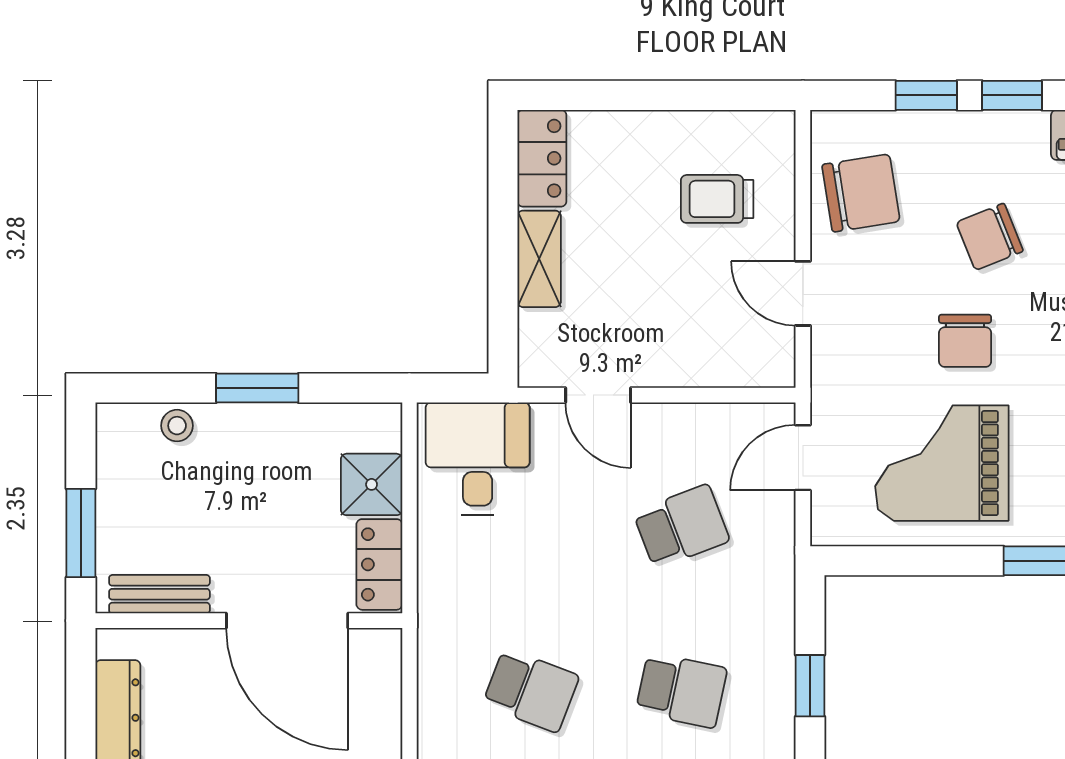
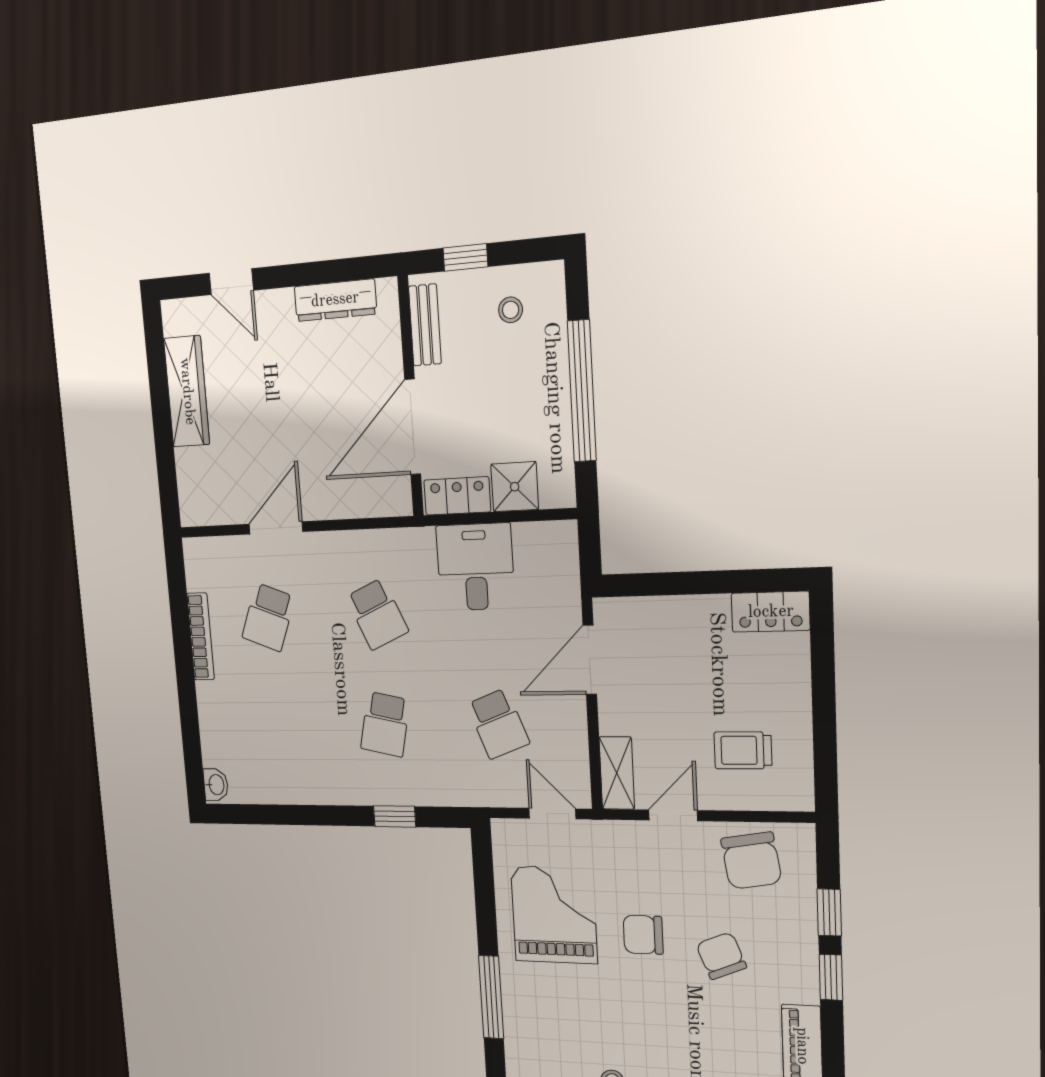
trolley: (717, 199) -> (743, 750), turned -90
shelving: (539, 259) -> (617, 773), moved, turned 90
window: (257, 388) -> (582, 391), width x2.11
door: (598, 395) -> (590, 660), width x1.38
stool: (177, 426) -> (511, 310), moved
desk: (478, 459) -> (475, 567), moved, turned -90
window: (81, 533) -> (465, 257), width x0.67
school desk: (531, 690) -> (377, 614), turned -45

